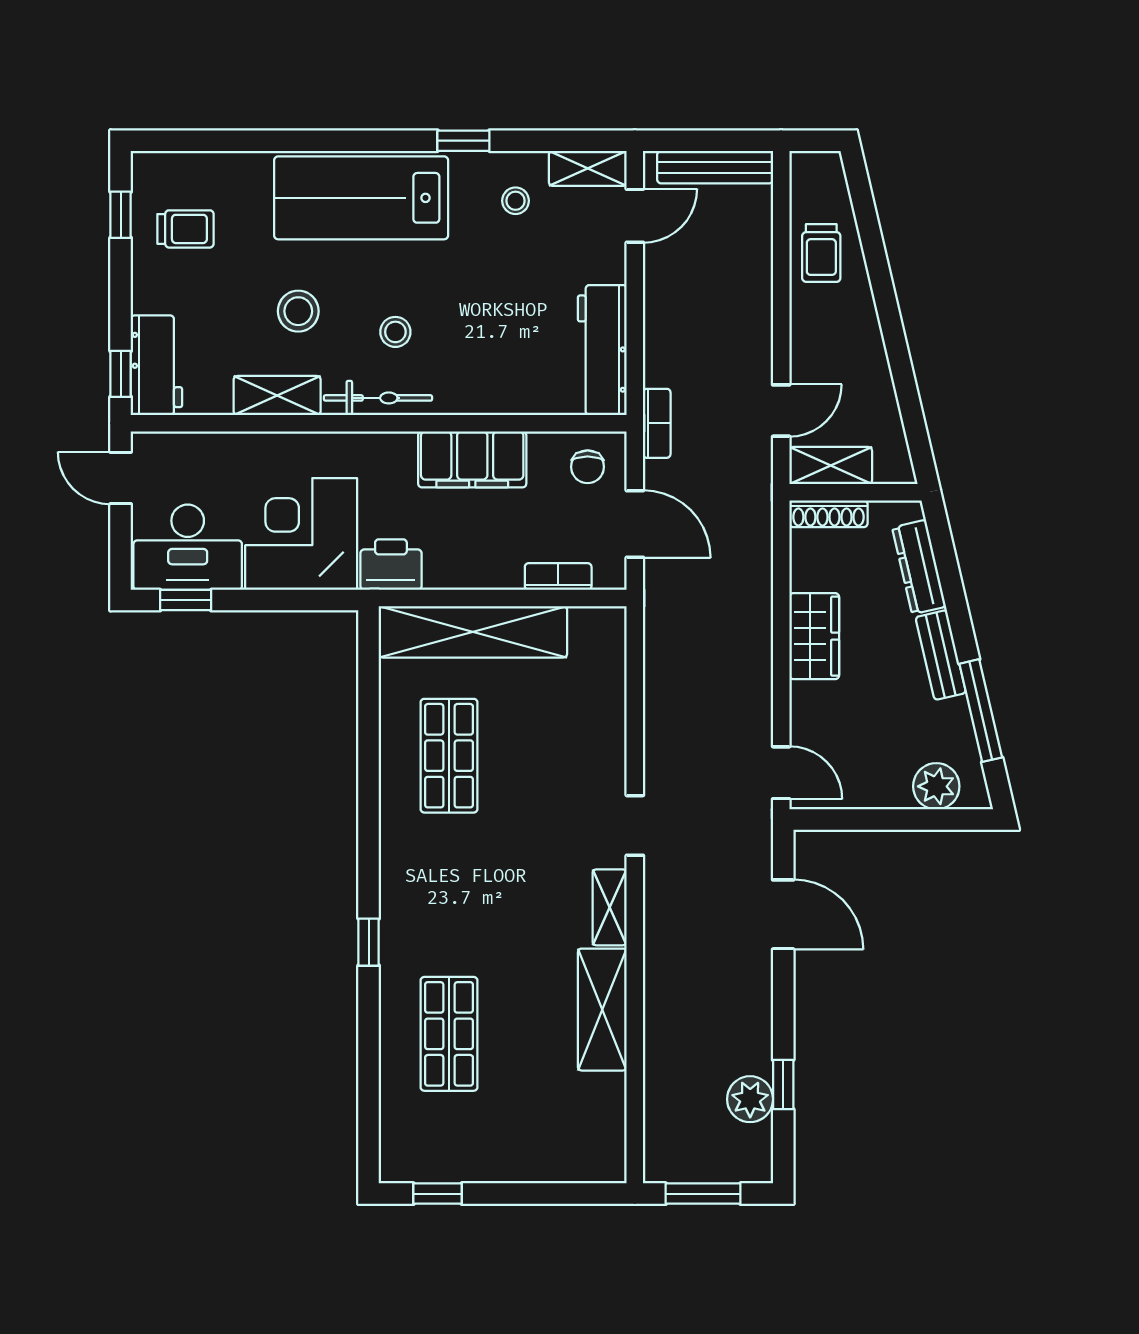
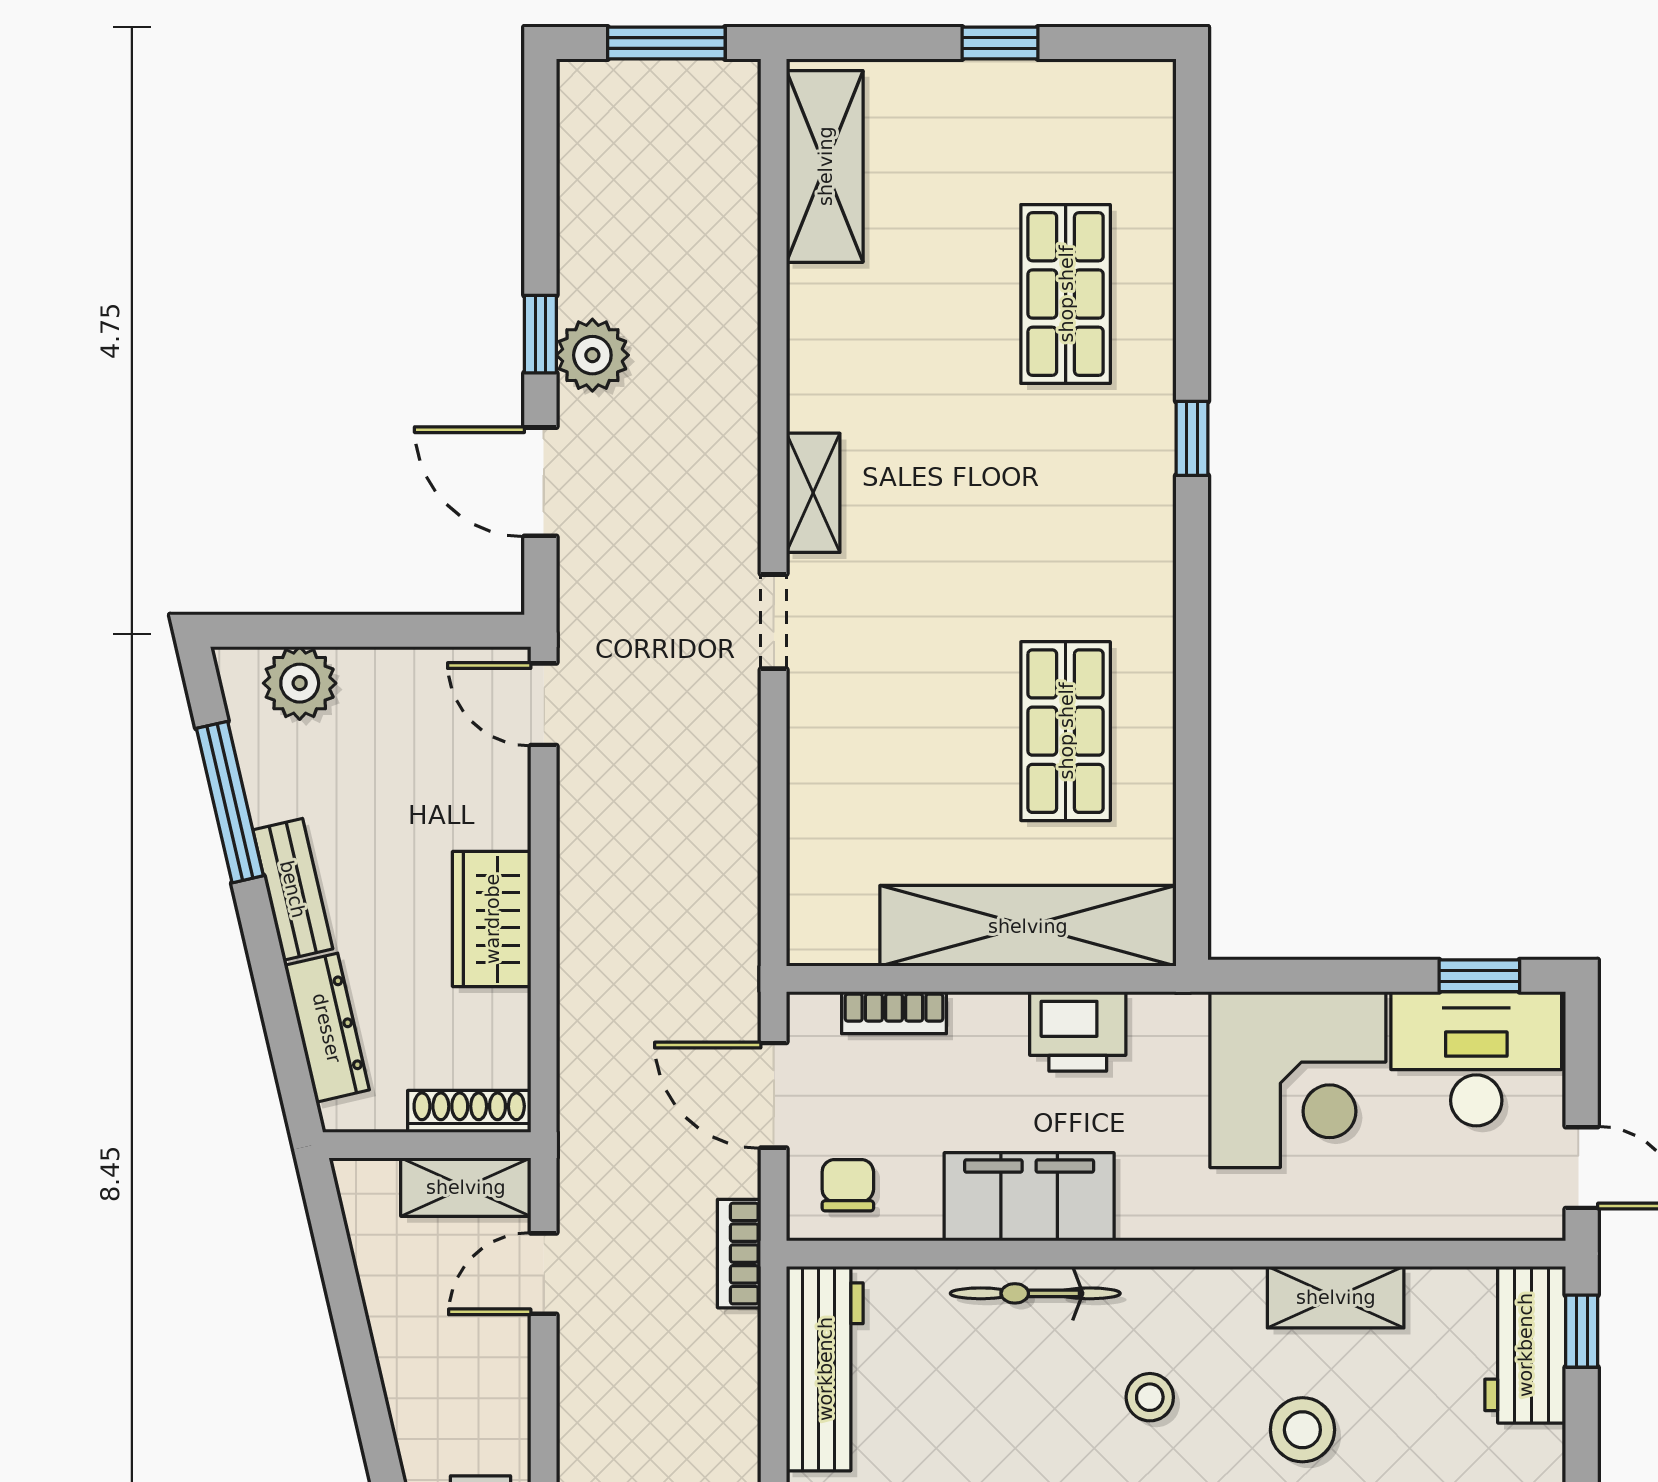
bicycle: (378, 398) -> (1035, 1293), moved
printer: (391, 565) -> (1078, 1031), moved
shelving: (602, 1010) -> (825, 166), moved
window: (783, 1085) -> (540, 334), moved
plant: (750, 1099) -> (592, 355), moved
window: (438, 1194) -> (1000, 43), moved

